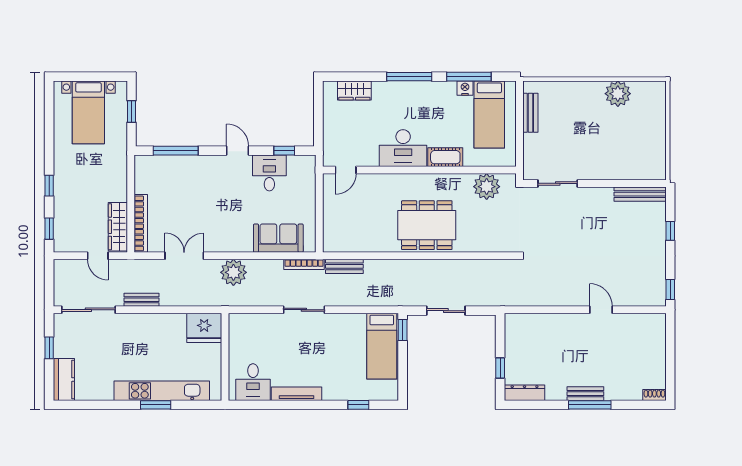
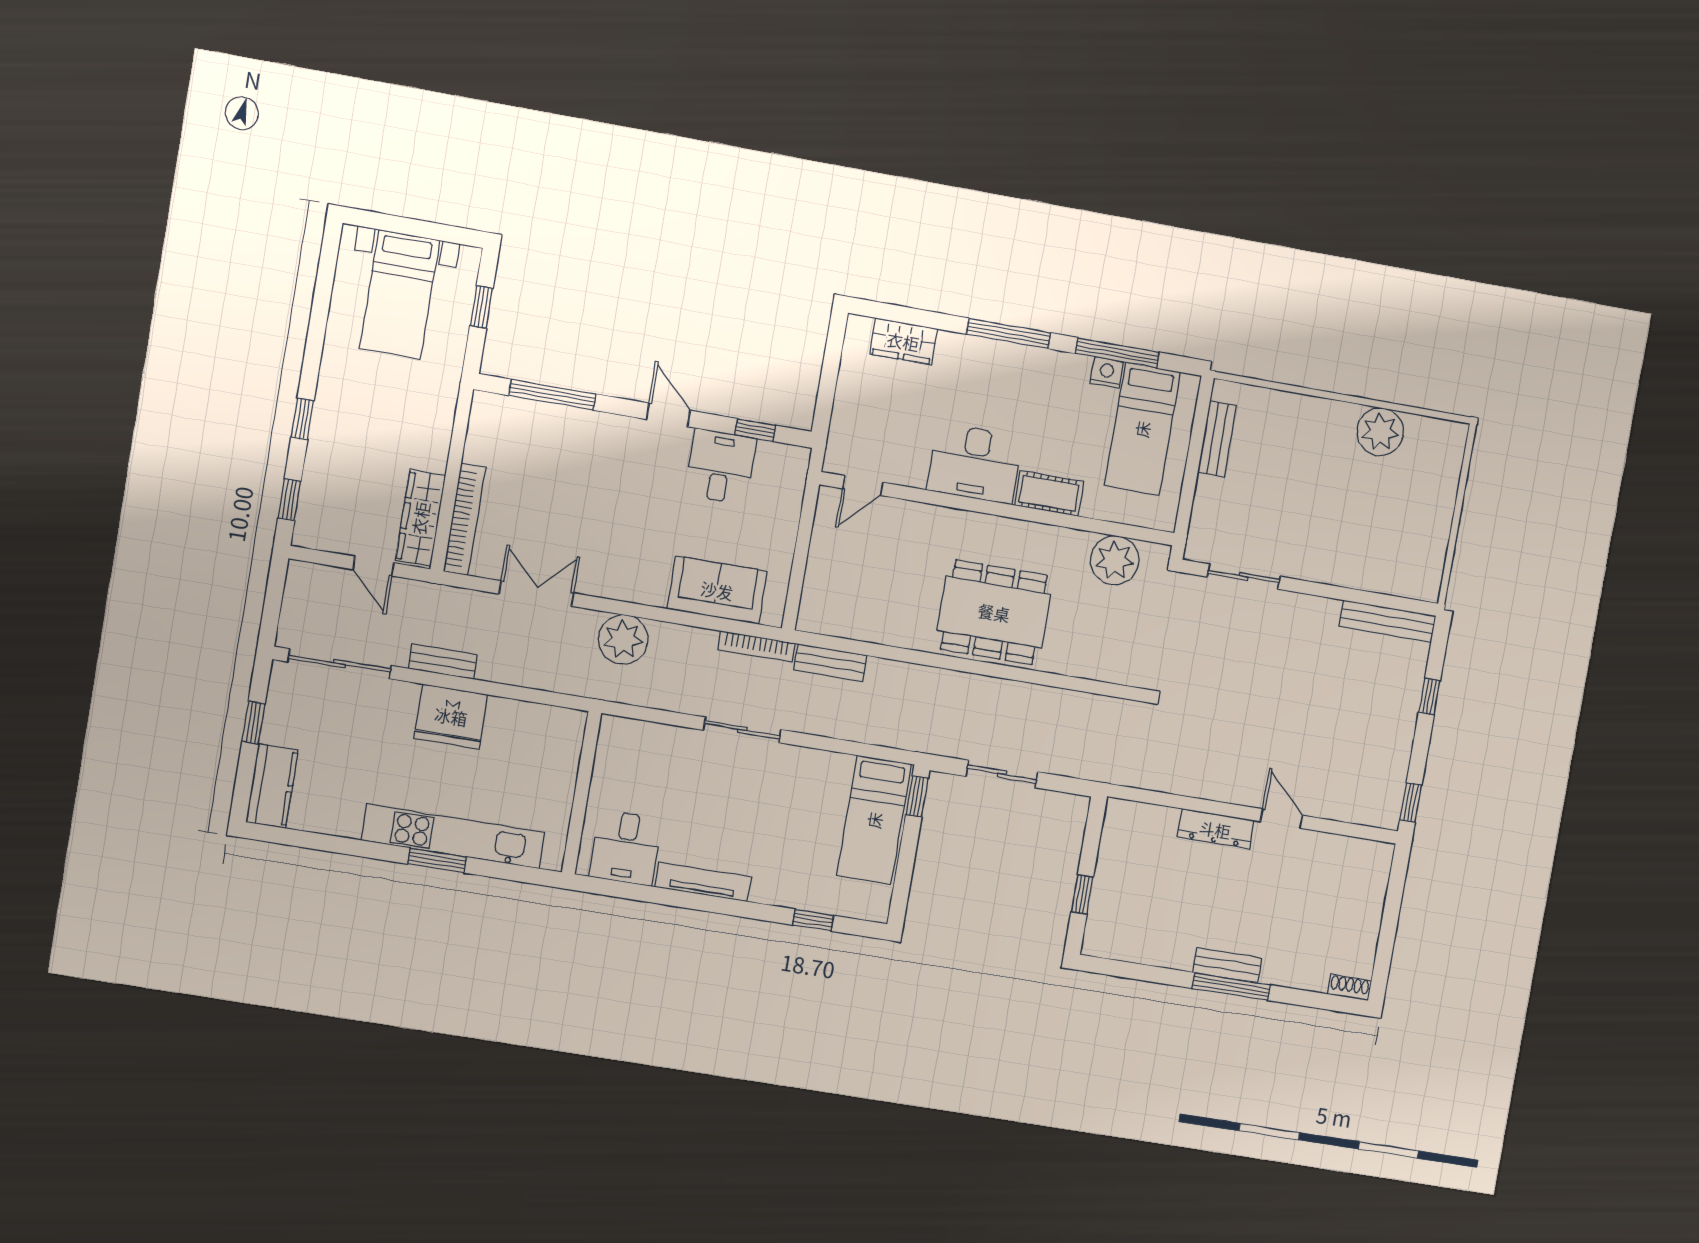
fridge: (204, 328) -> (451, 716), moved
dresser: (525, 393) -> (1215, 829), moved, turned 180

